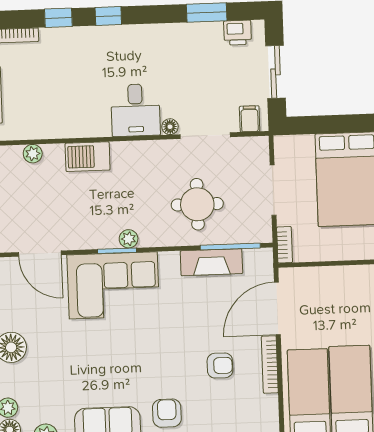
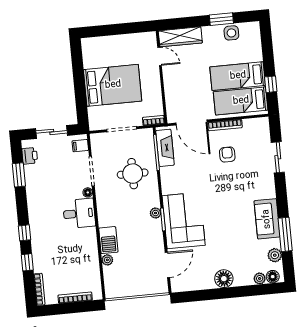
plant: (33, 154) -> (107, 260), moved
fireplace: (211, 262) -> (165, 148), moved
armchair: (167, 413) -> (257, 184), removed

